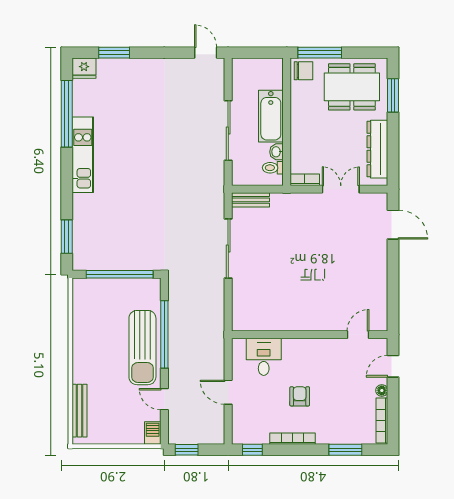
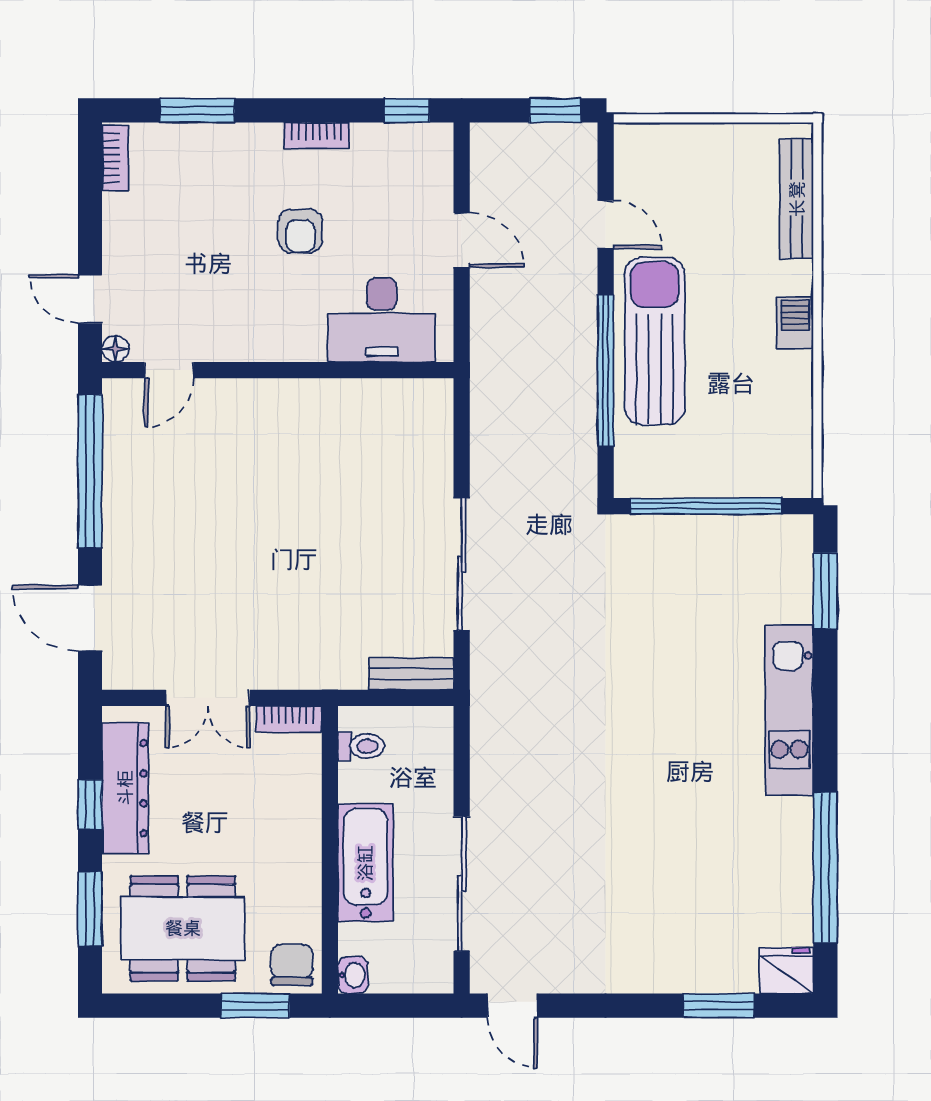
window: (320, 53) -> (255, 1006), width x0.69
chair: (303, 71) -> (292, 965), turned 90
sliding door: (228, 131) -> (462, 884), moved
window: (393, 142) -> (90, 804), added
washbasin: (276, 152) -> (353, 975), moved
kitchen unit: (83, 155) -> (789, 710), moved
window: (393, 290) -> (90, 471), added
desk: (264, 357) -> (382, 320), width x1.37
door: (393, 366) -> (90, 299), swing flipped
floor lamp: (382, 391) -> (115, 349), moved
bookcase: (382, 421) -> (115, 158), width x0.64
barbecue: (153, 433) -> (795, 323), moved, turned 180
bookcase: (292, 439) -> (317, 136), width x0.64

